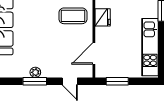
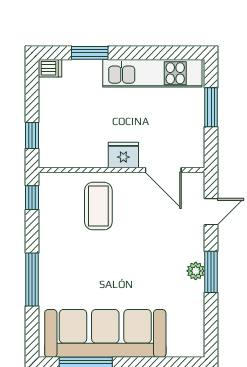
fridge: (103, 17) -> (123, 155), moved
window: (117, 81) -> (211, 107), moved

